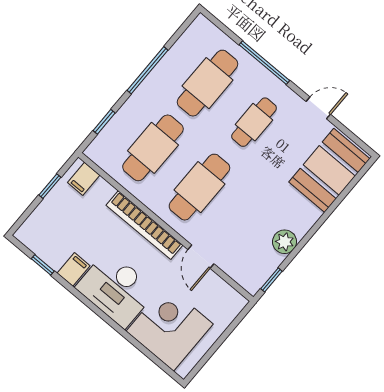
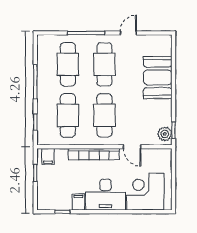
cafe table: (254, 122) -> (104, 64), width x1.37, depth x1.35
booth: (329, 170) -> (158, 77), moved
plant: (285, 242) -> (165, 134), moved

